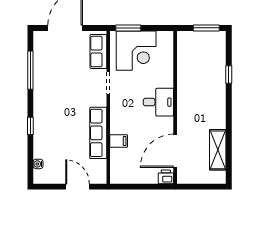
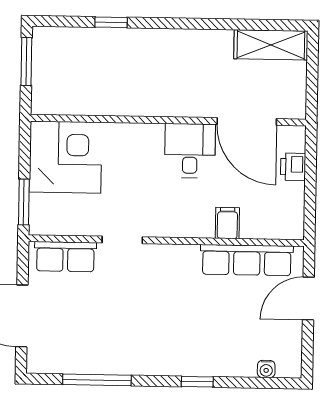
corner desk: (136, 51) -> (65, 157), moved
desk: (158, 102) -> (190, 151), moved
row of seats: (98, 133) -> (247, 260), moved
shelving: (218, 150) -> (271, 45), moved
printer: (166, 177) -> (293, 167), moved

